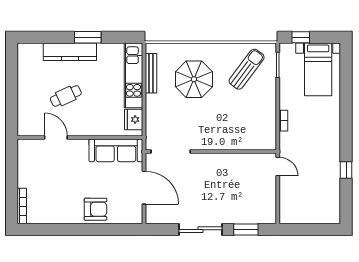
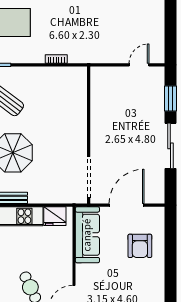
door: (278, 167) -> (139, 65), moved
armchair: (95, 209) -> (140, 246), moved, turned 180

